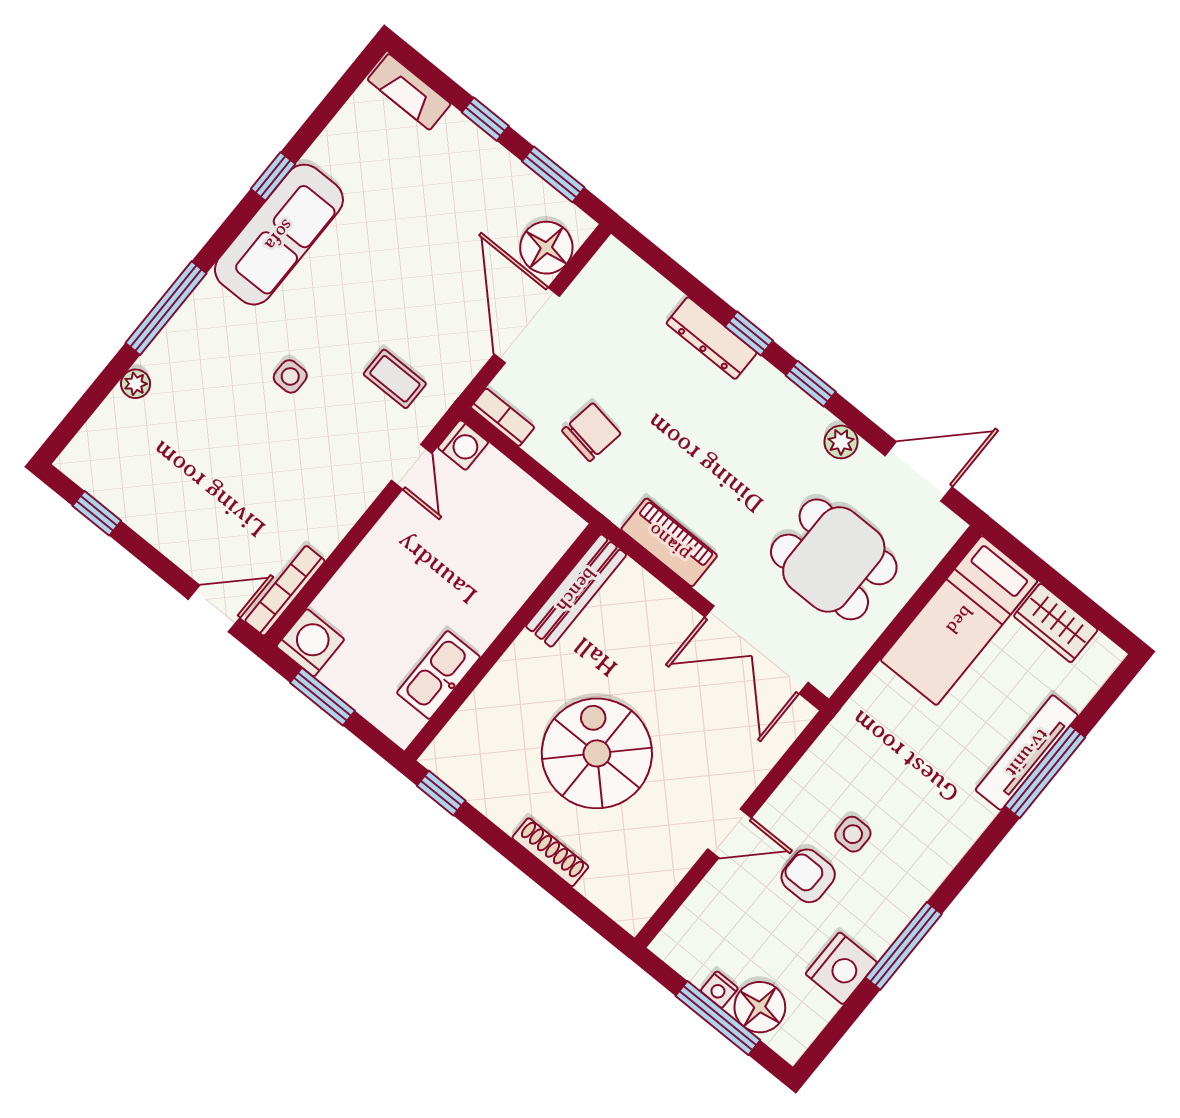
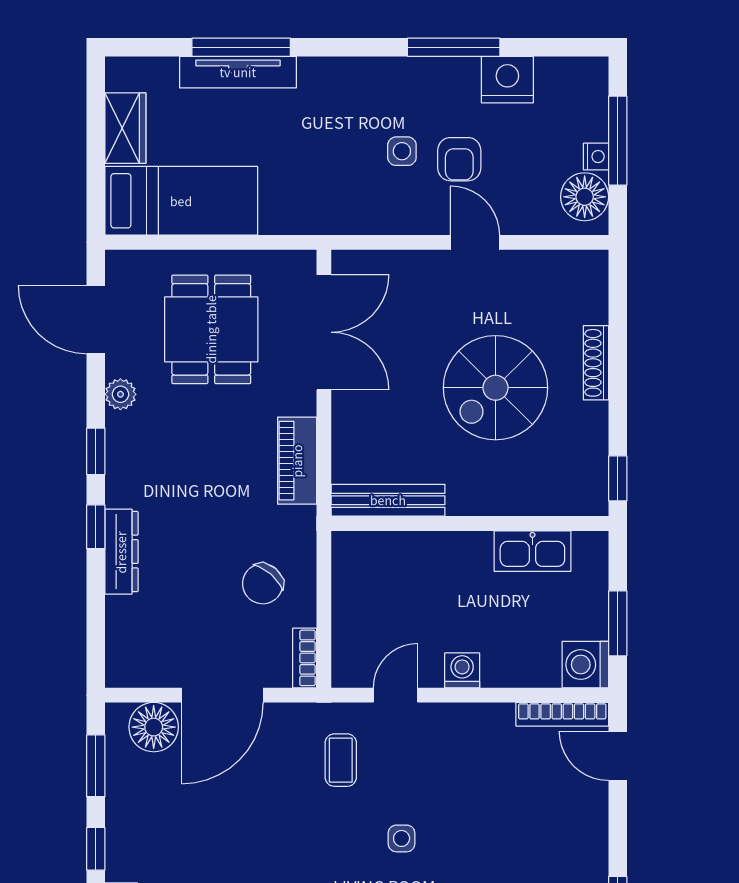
chair: (591, 432) -> (263, 584), turned -58
washing machine: (463, 445) -> (462, 670), moved
floor lamp: (760, 1007) -> (585, 197), moved

